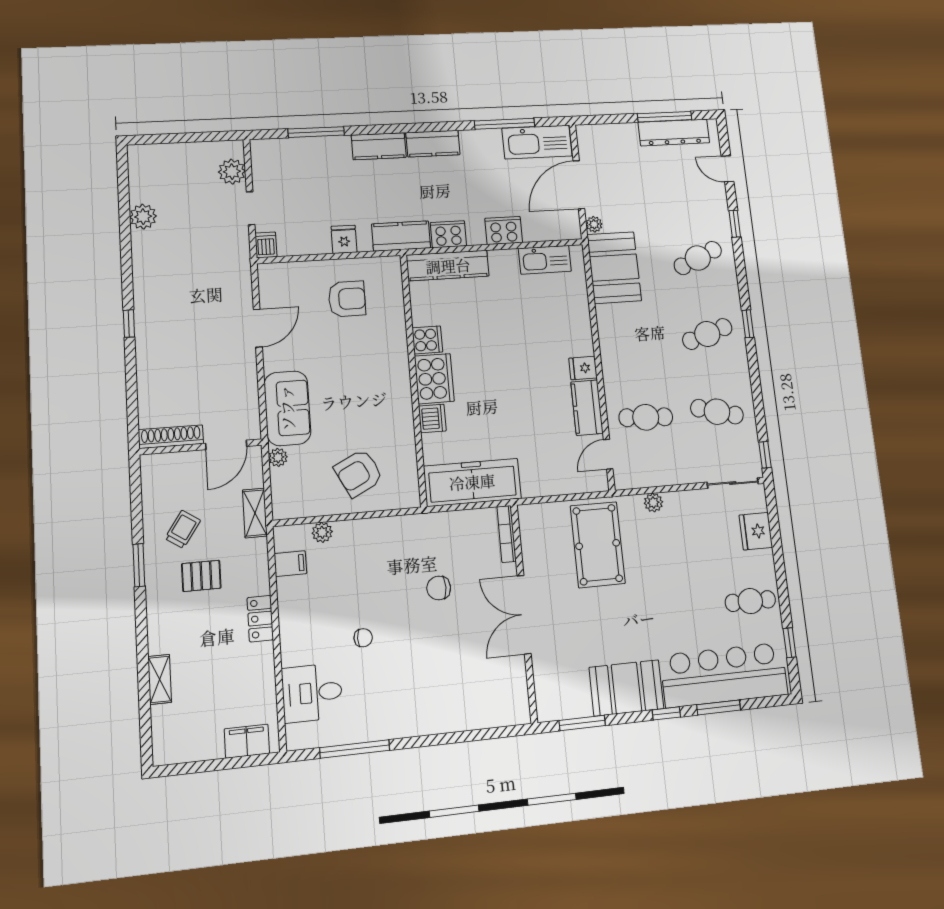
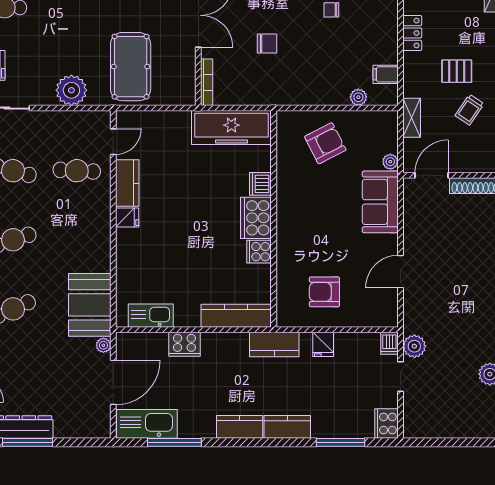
plant: (232, 172) -> (414, 346), moved
cooker: (448, 234) -> (386, 424), moved, turned 90
plant: (653, 503) -> (71, 90), width x1.88, depth x1.88

